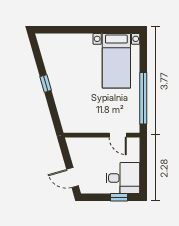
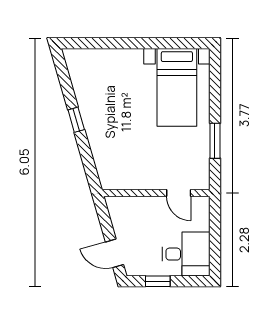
window: (143, 98) -> (215, 141), width x0.47
window: (119, 197) -> (158, 281), moved

